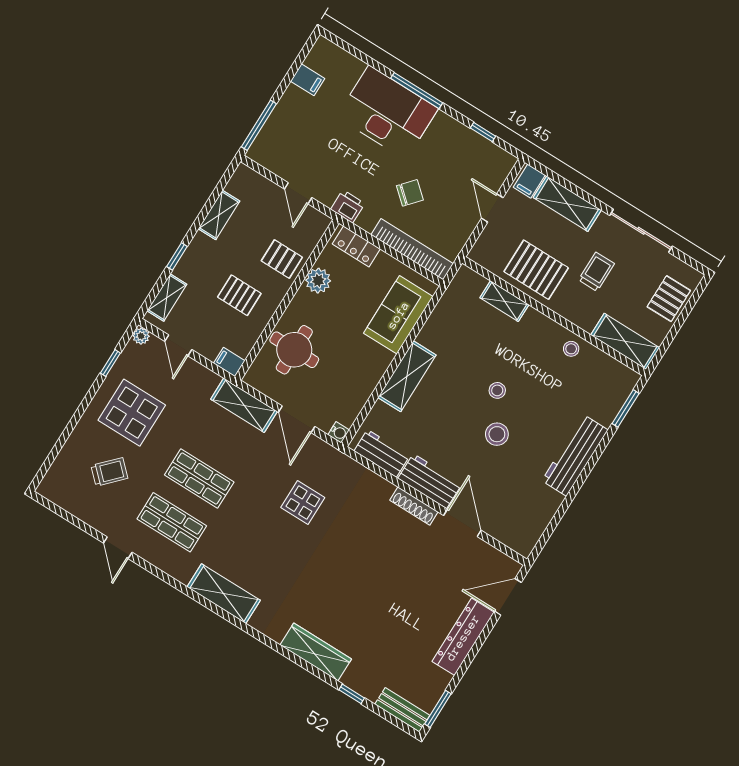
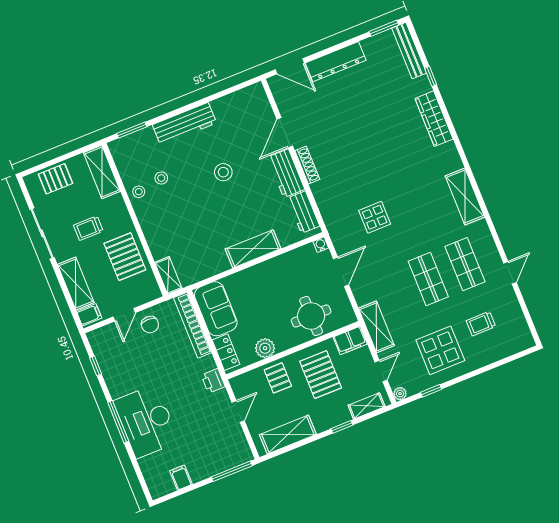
chair: (410, 193) -> (150, 324), moved, turned -131
shelving: (219, 215) -> (288, 434), width x1.50, depth x1.33
pallet: (239, 295) -> (321, 375), width x1.50, depth x1.42
shelving: (504, 301) -> (168, 275), moved
sofa: (398, 315) -> (216, 309), moved, turned -90
filing cabinet: (229, 362) -> (350, 340), width x2.00
stool: (497, 390) -> (161, 178), moved
shelving: (244, 405) -> (376, 327), moved
trolley: (109, 472) -> (481, 324), turned -44
bench: (402, 710) -> (409, 51), width x1.36

